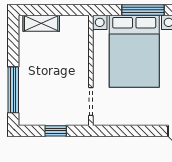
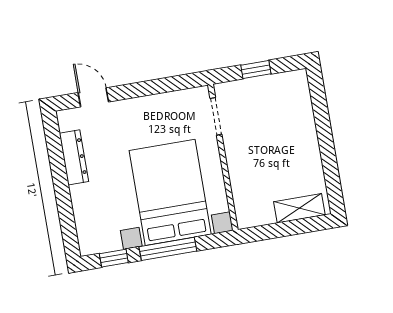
window: (13, 90) -> (321, 114), removed

